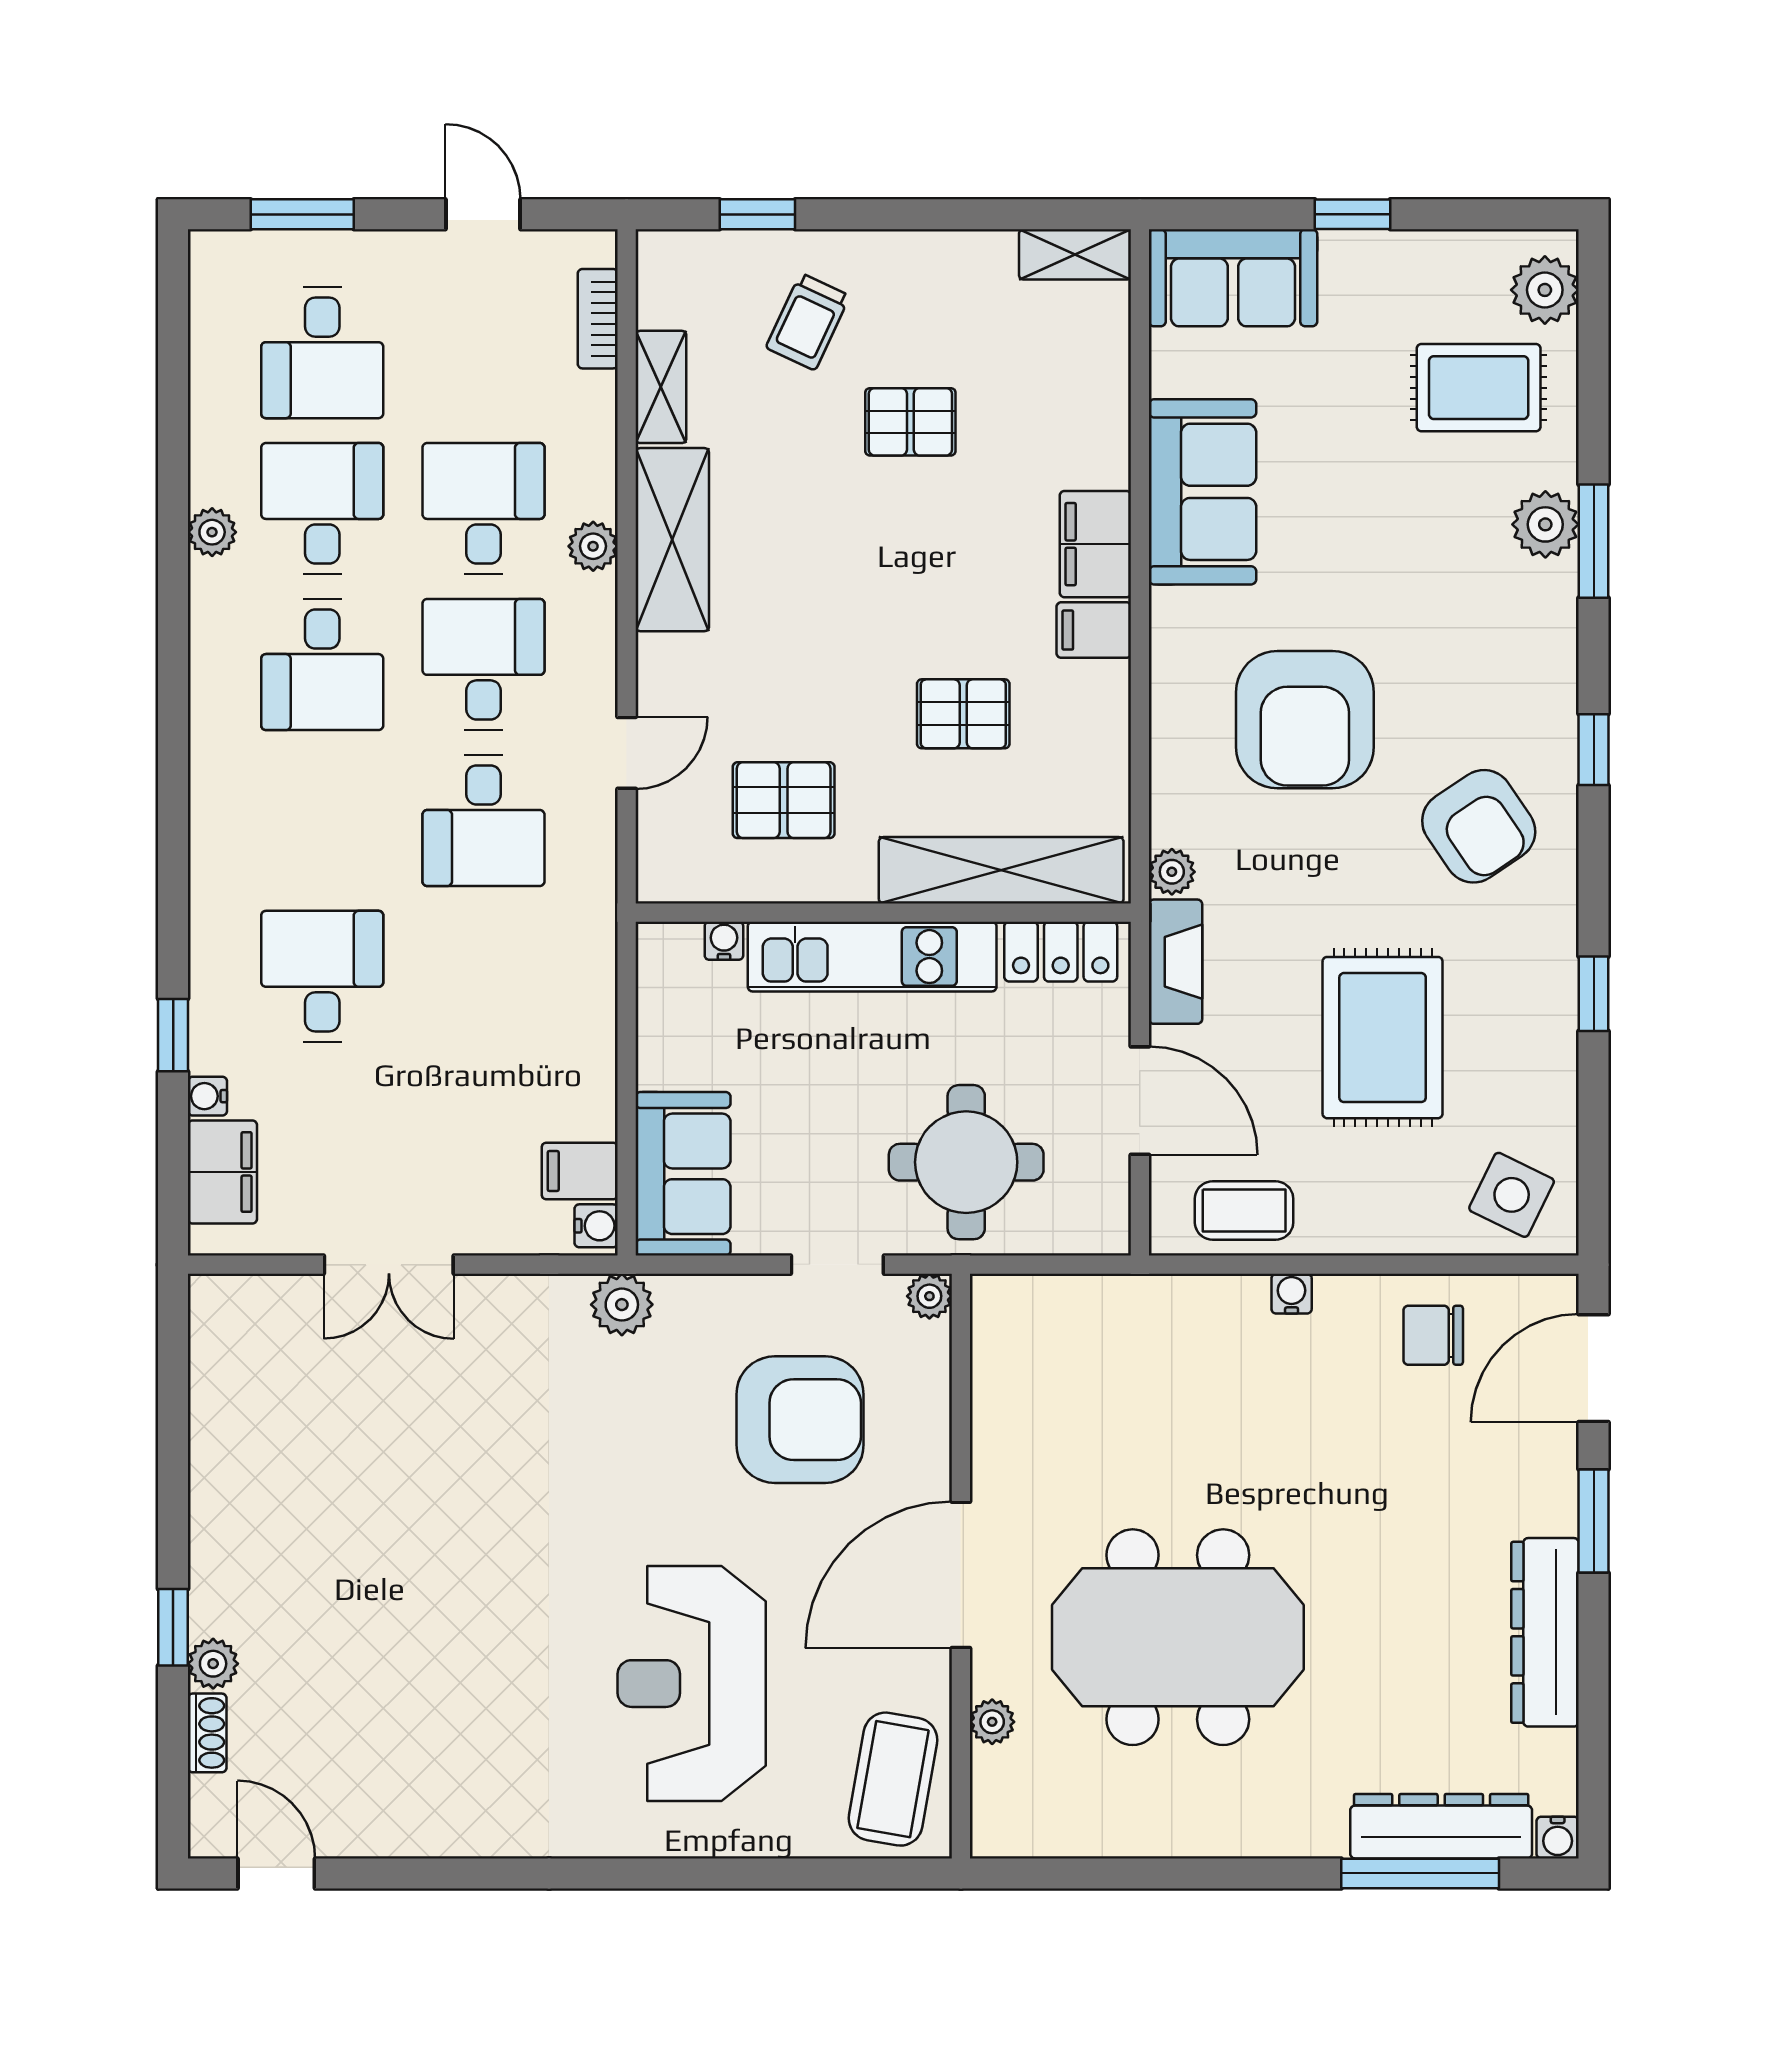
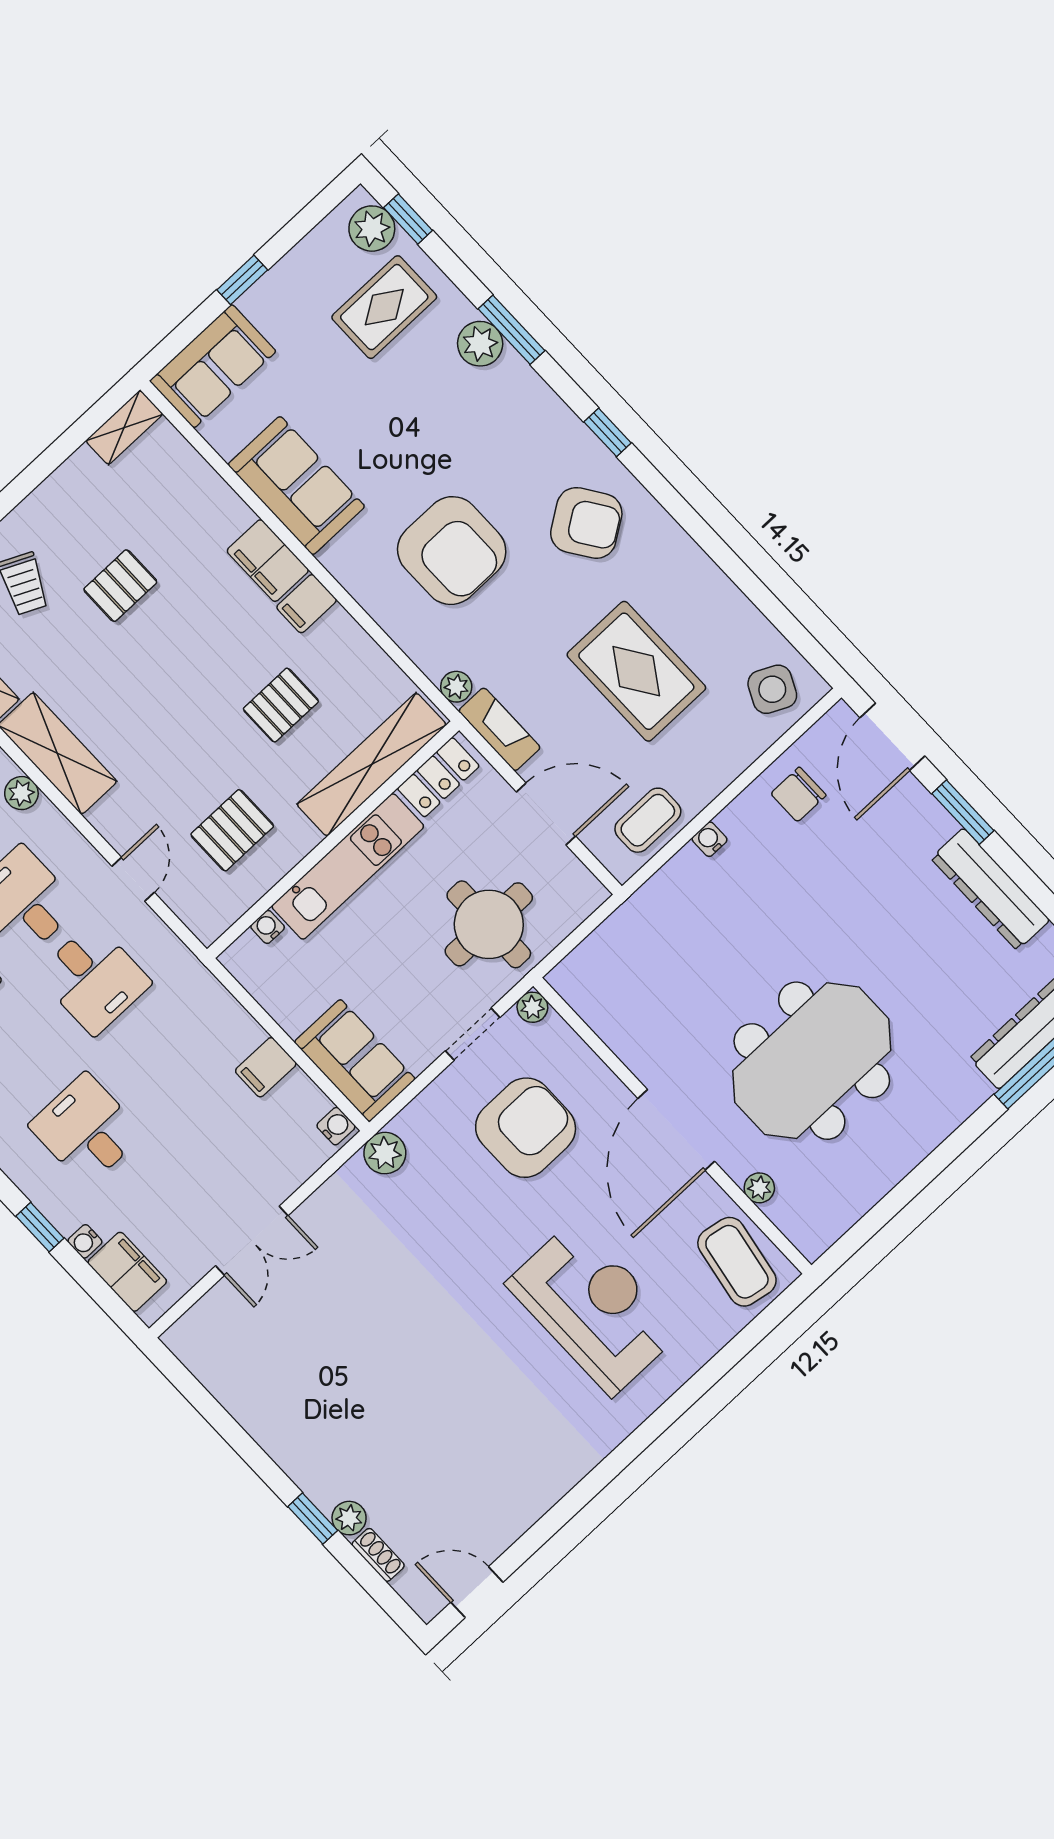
window: (1594, 994) -> (408, 219), moved
filing cabinet: (580, 1171) -> (266, 1067), moved
reception desk: (692, 1684) -> (594, 1307), turned 180

